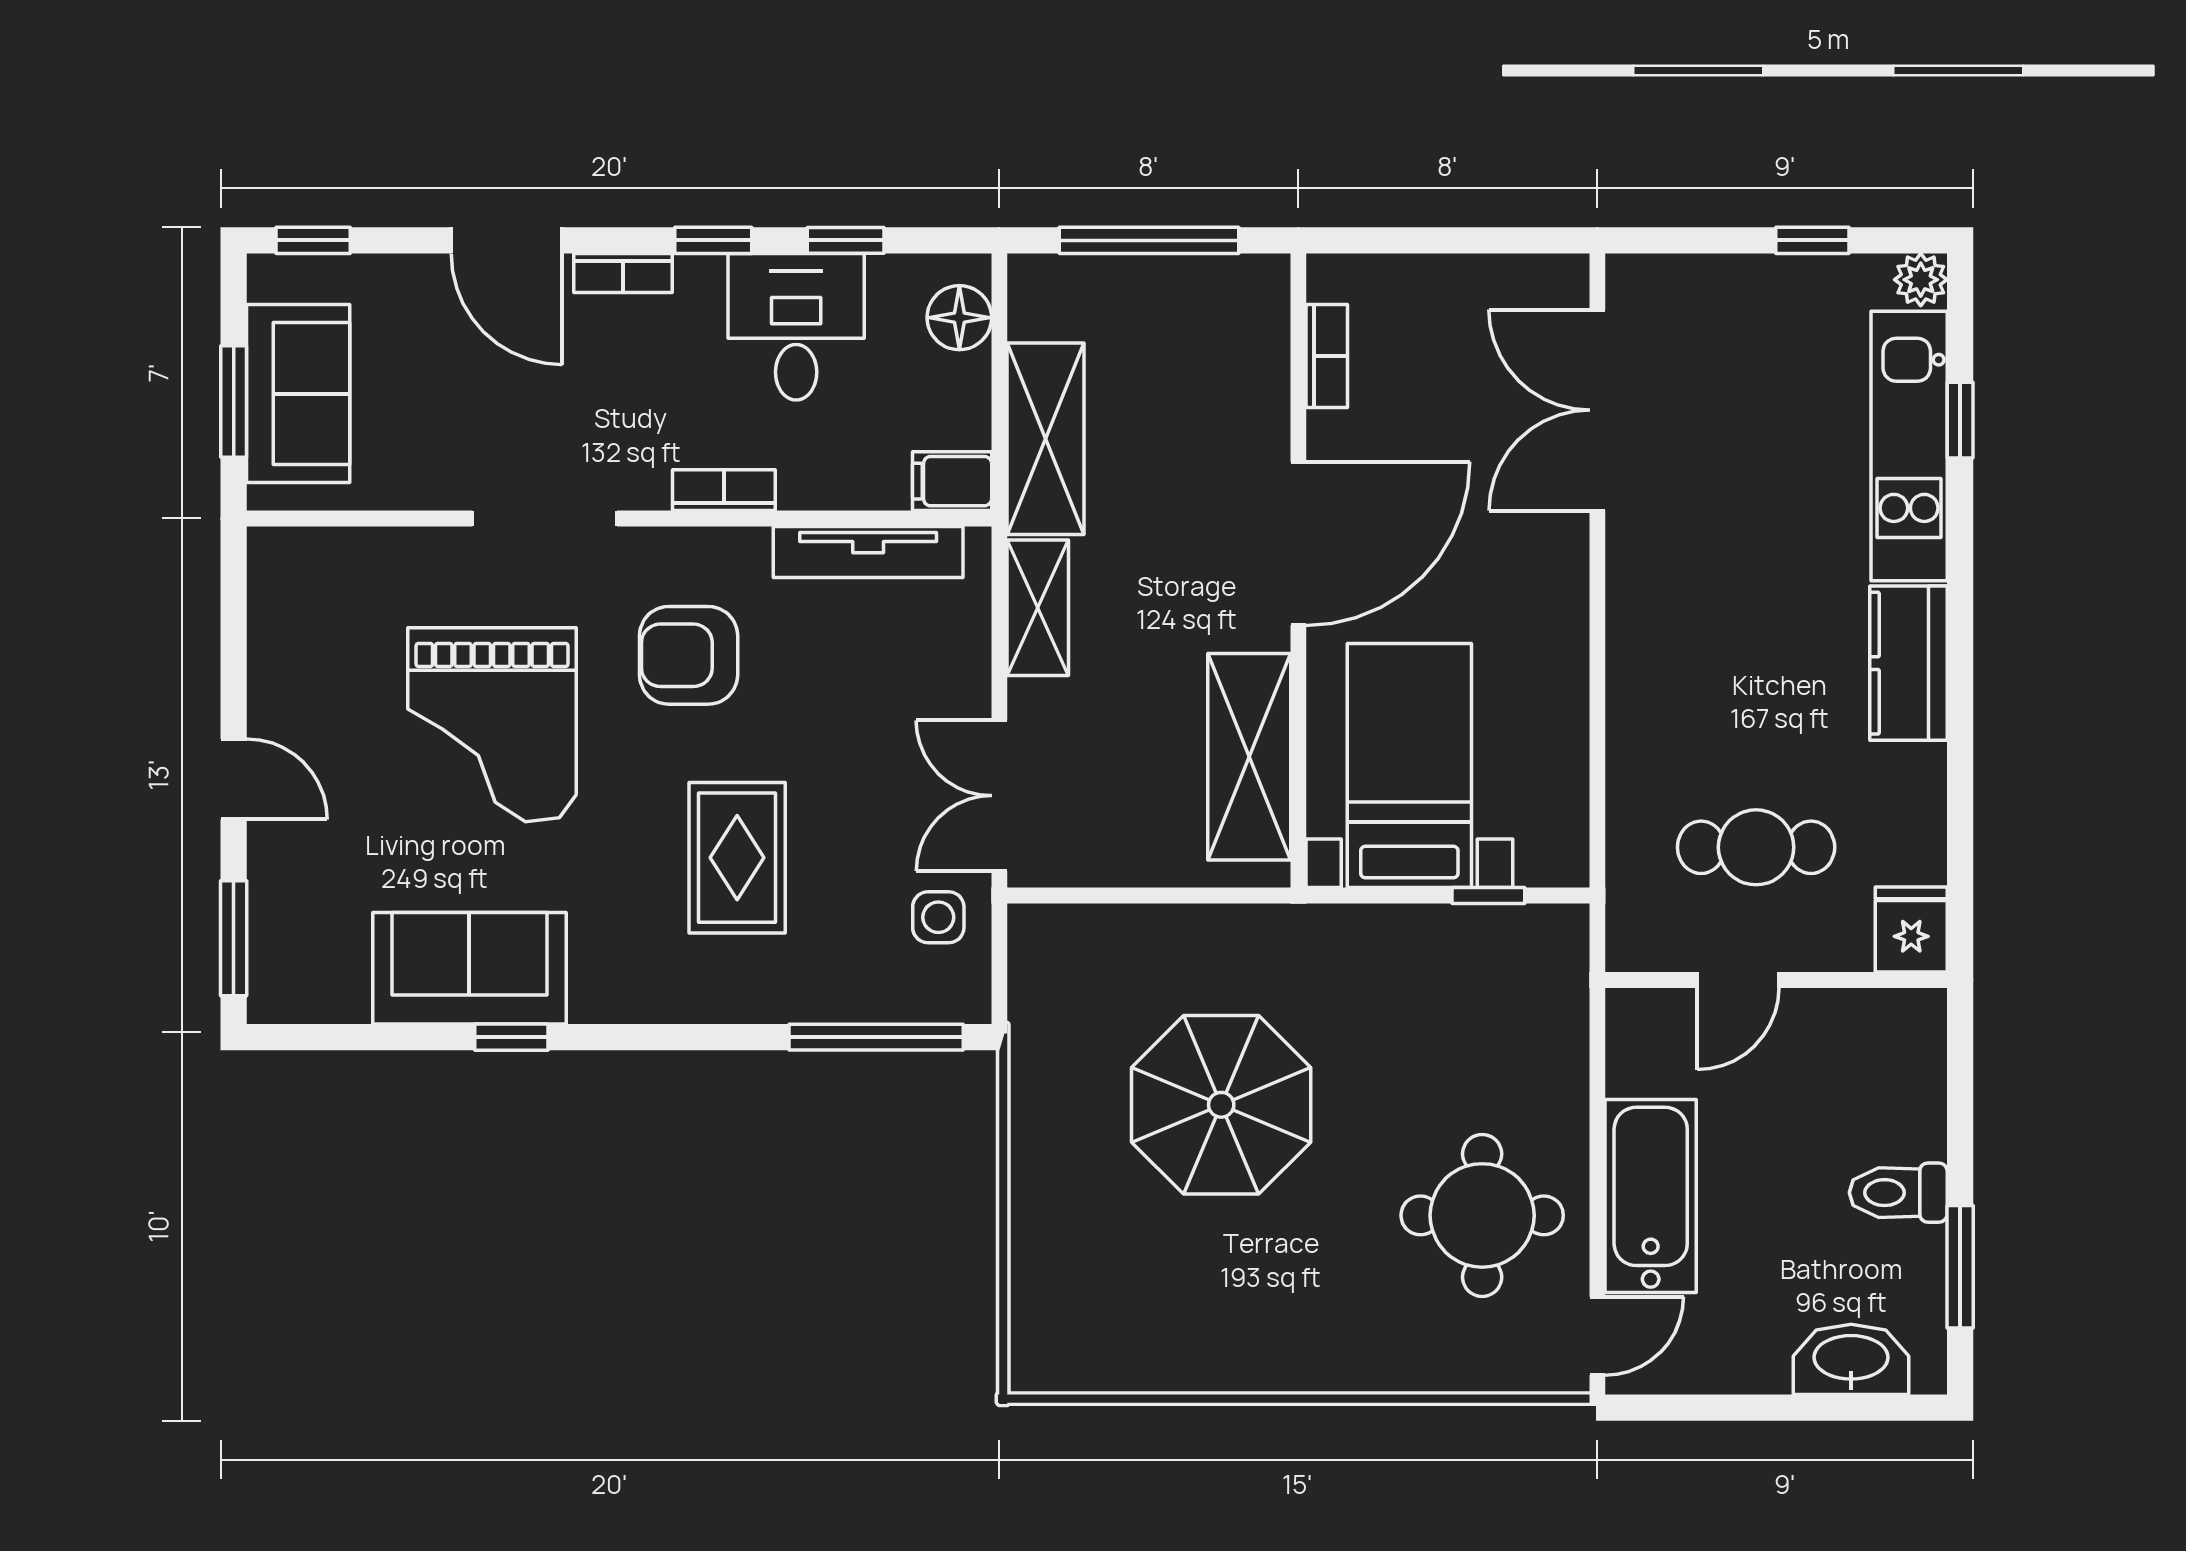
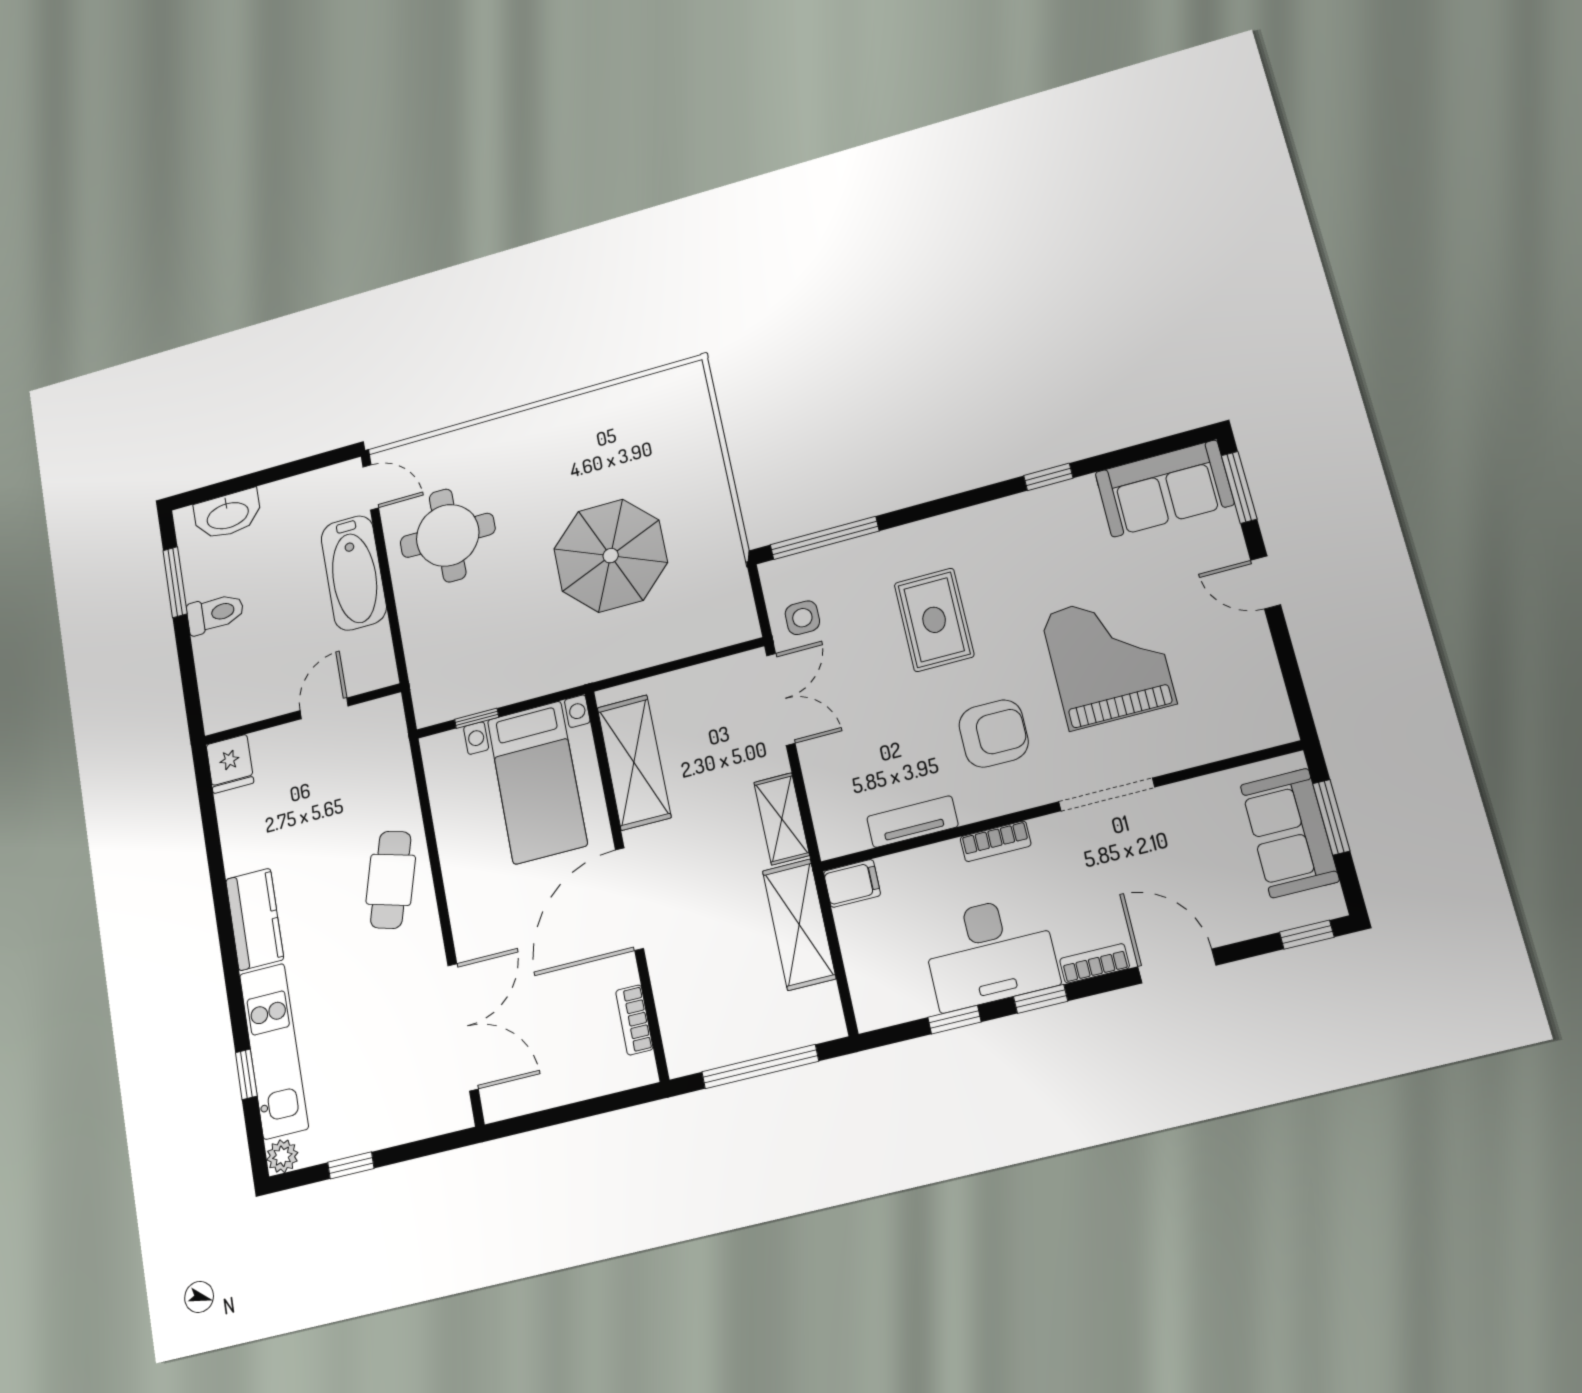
floor lamp: (959, 318) -> (870, 988), removed
desk: (796, 327) -> (990, 952), width x1.37
tv unit: (868, 552) -> (912, 822), width x0.71
cafe table: (1756, 847) -> (391, 880), moved, turned -74
sofa: (469, 968) -> (1164, 488), moved
door: (1597, 1336) -> (371, 487), swing flipped

